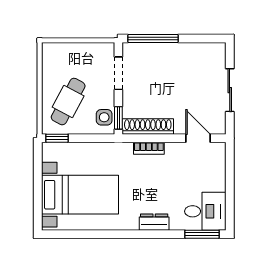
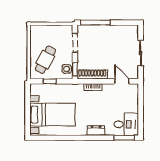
window: (57, 138) -> (50, 81), moved

